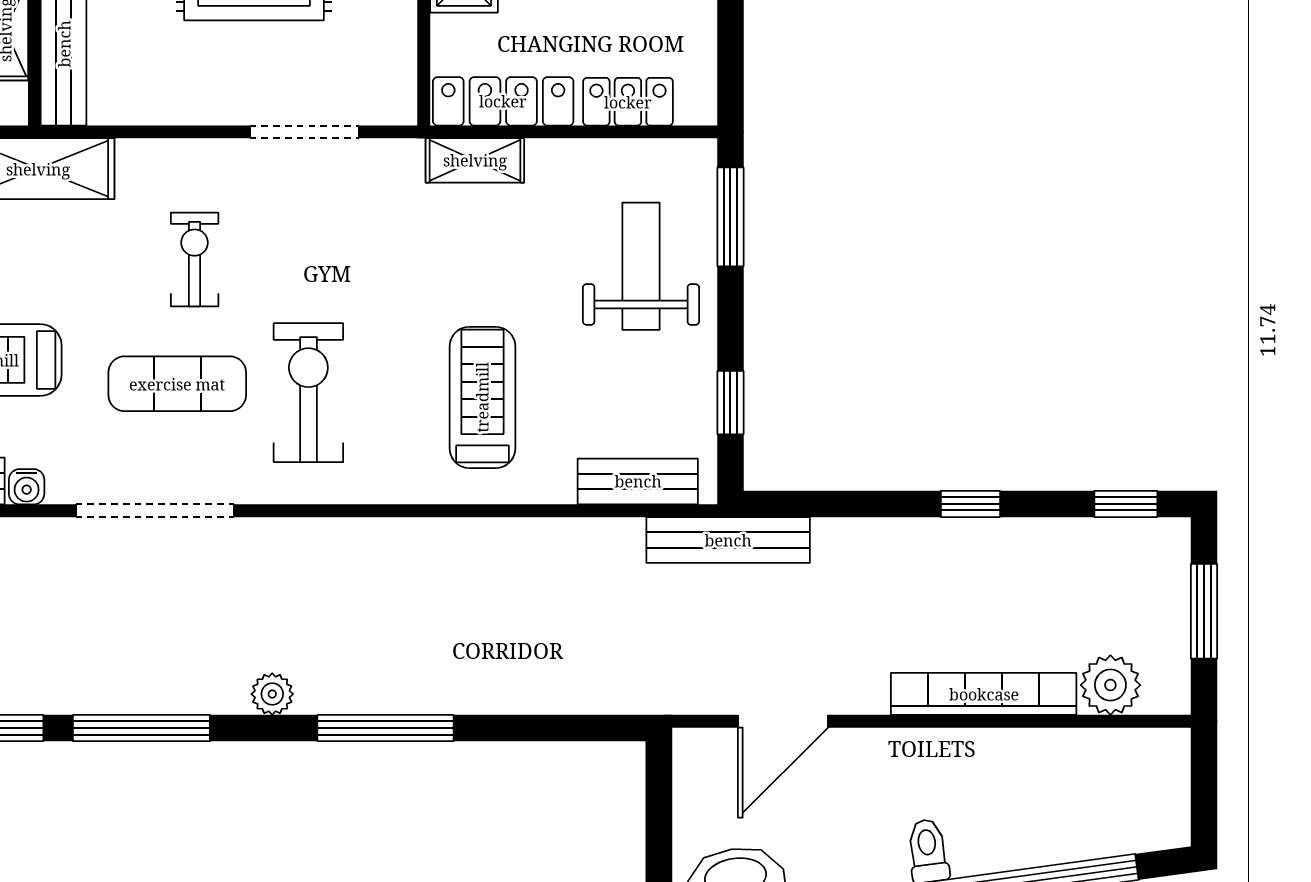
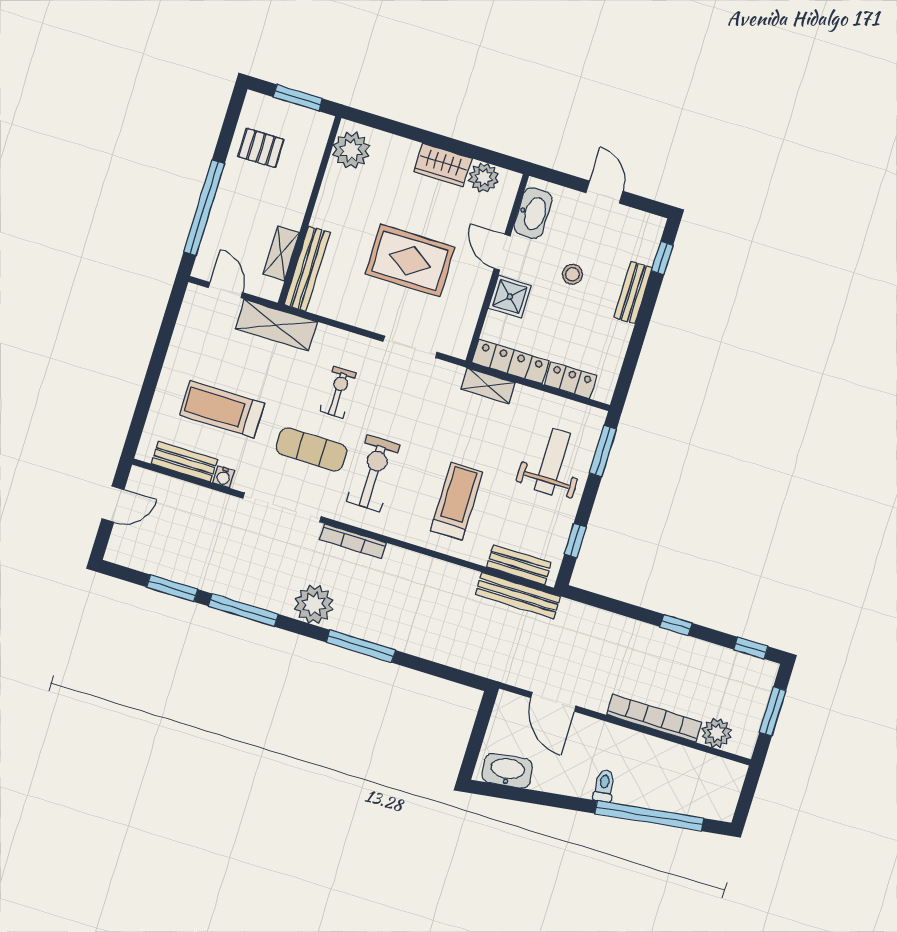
bookcase: (310, 534) -> (353, 541), added
bench: (728, 540) -> (518, 595), moved
plant: (272, 694) -> (314, 604), width x1.88, depth x1.88
door: (783, 721) -> (553, 702), hinge flipped

